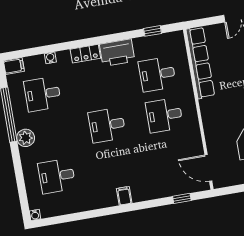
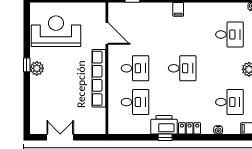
window: (153, 31) -> (165, 137), moved
row of seats: (200, 63) -> (99, 78), moved
door: (208, 168) -> (107, 33), moved

